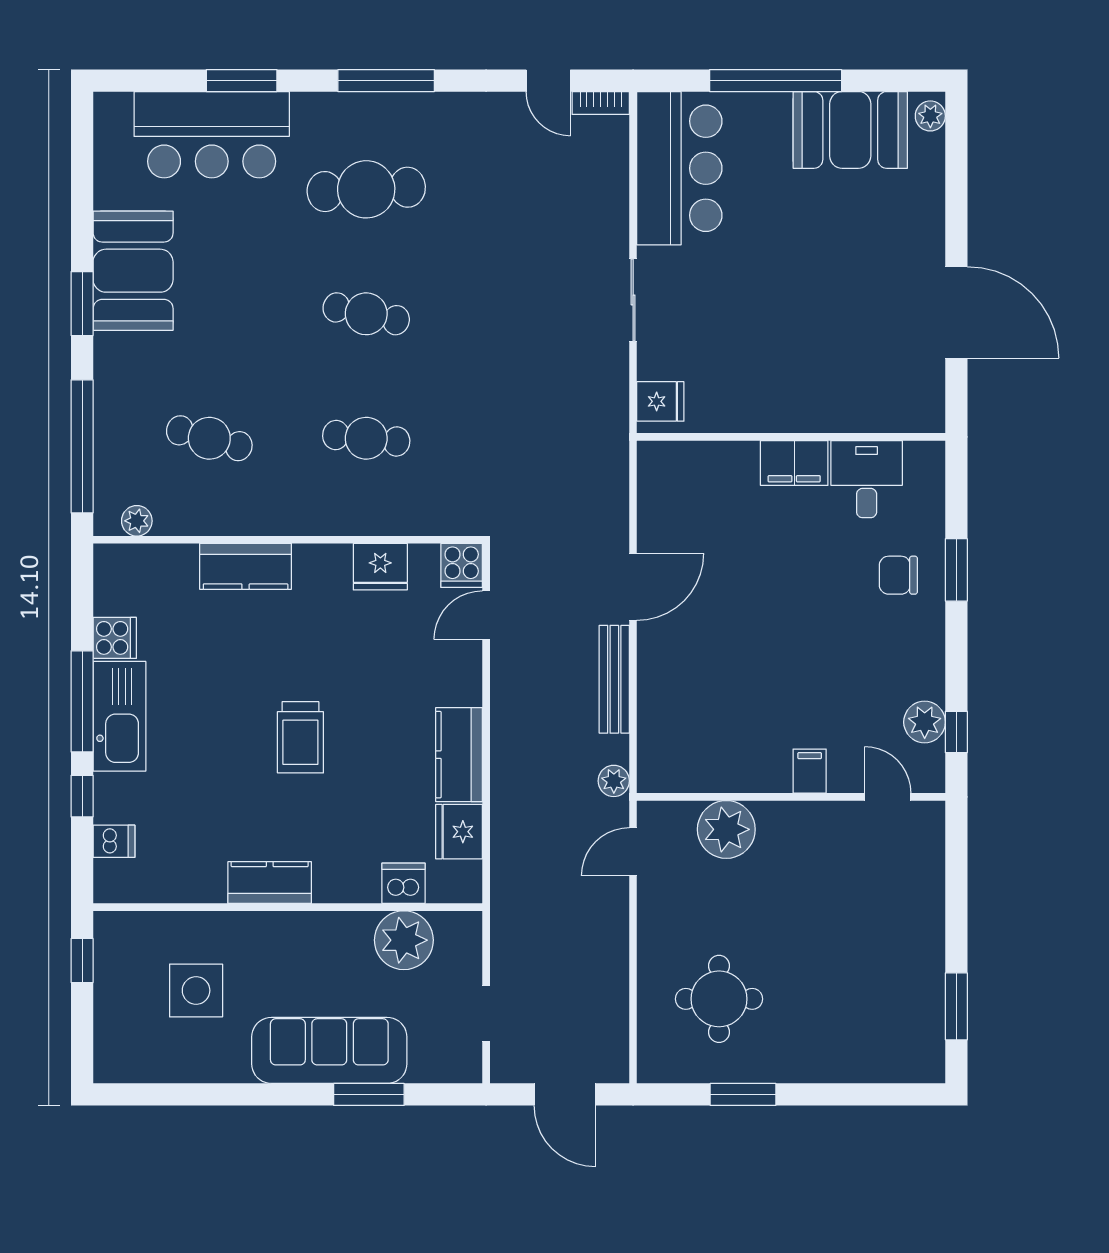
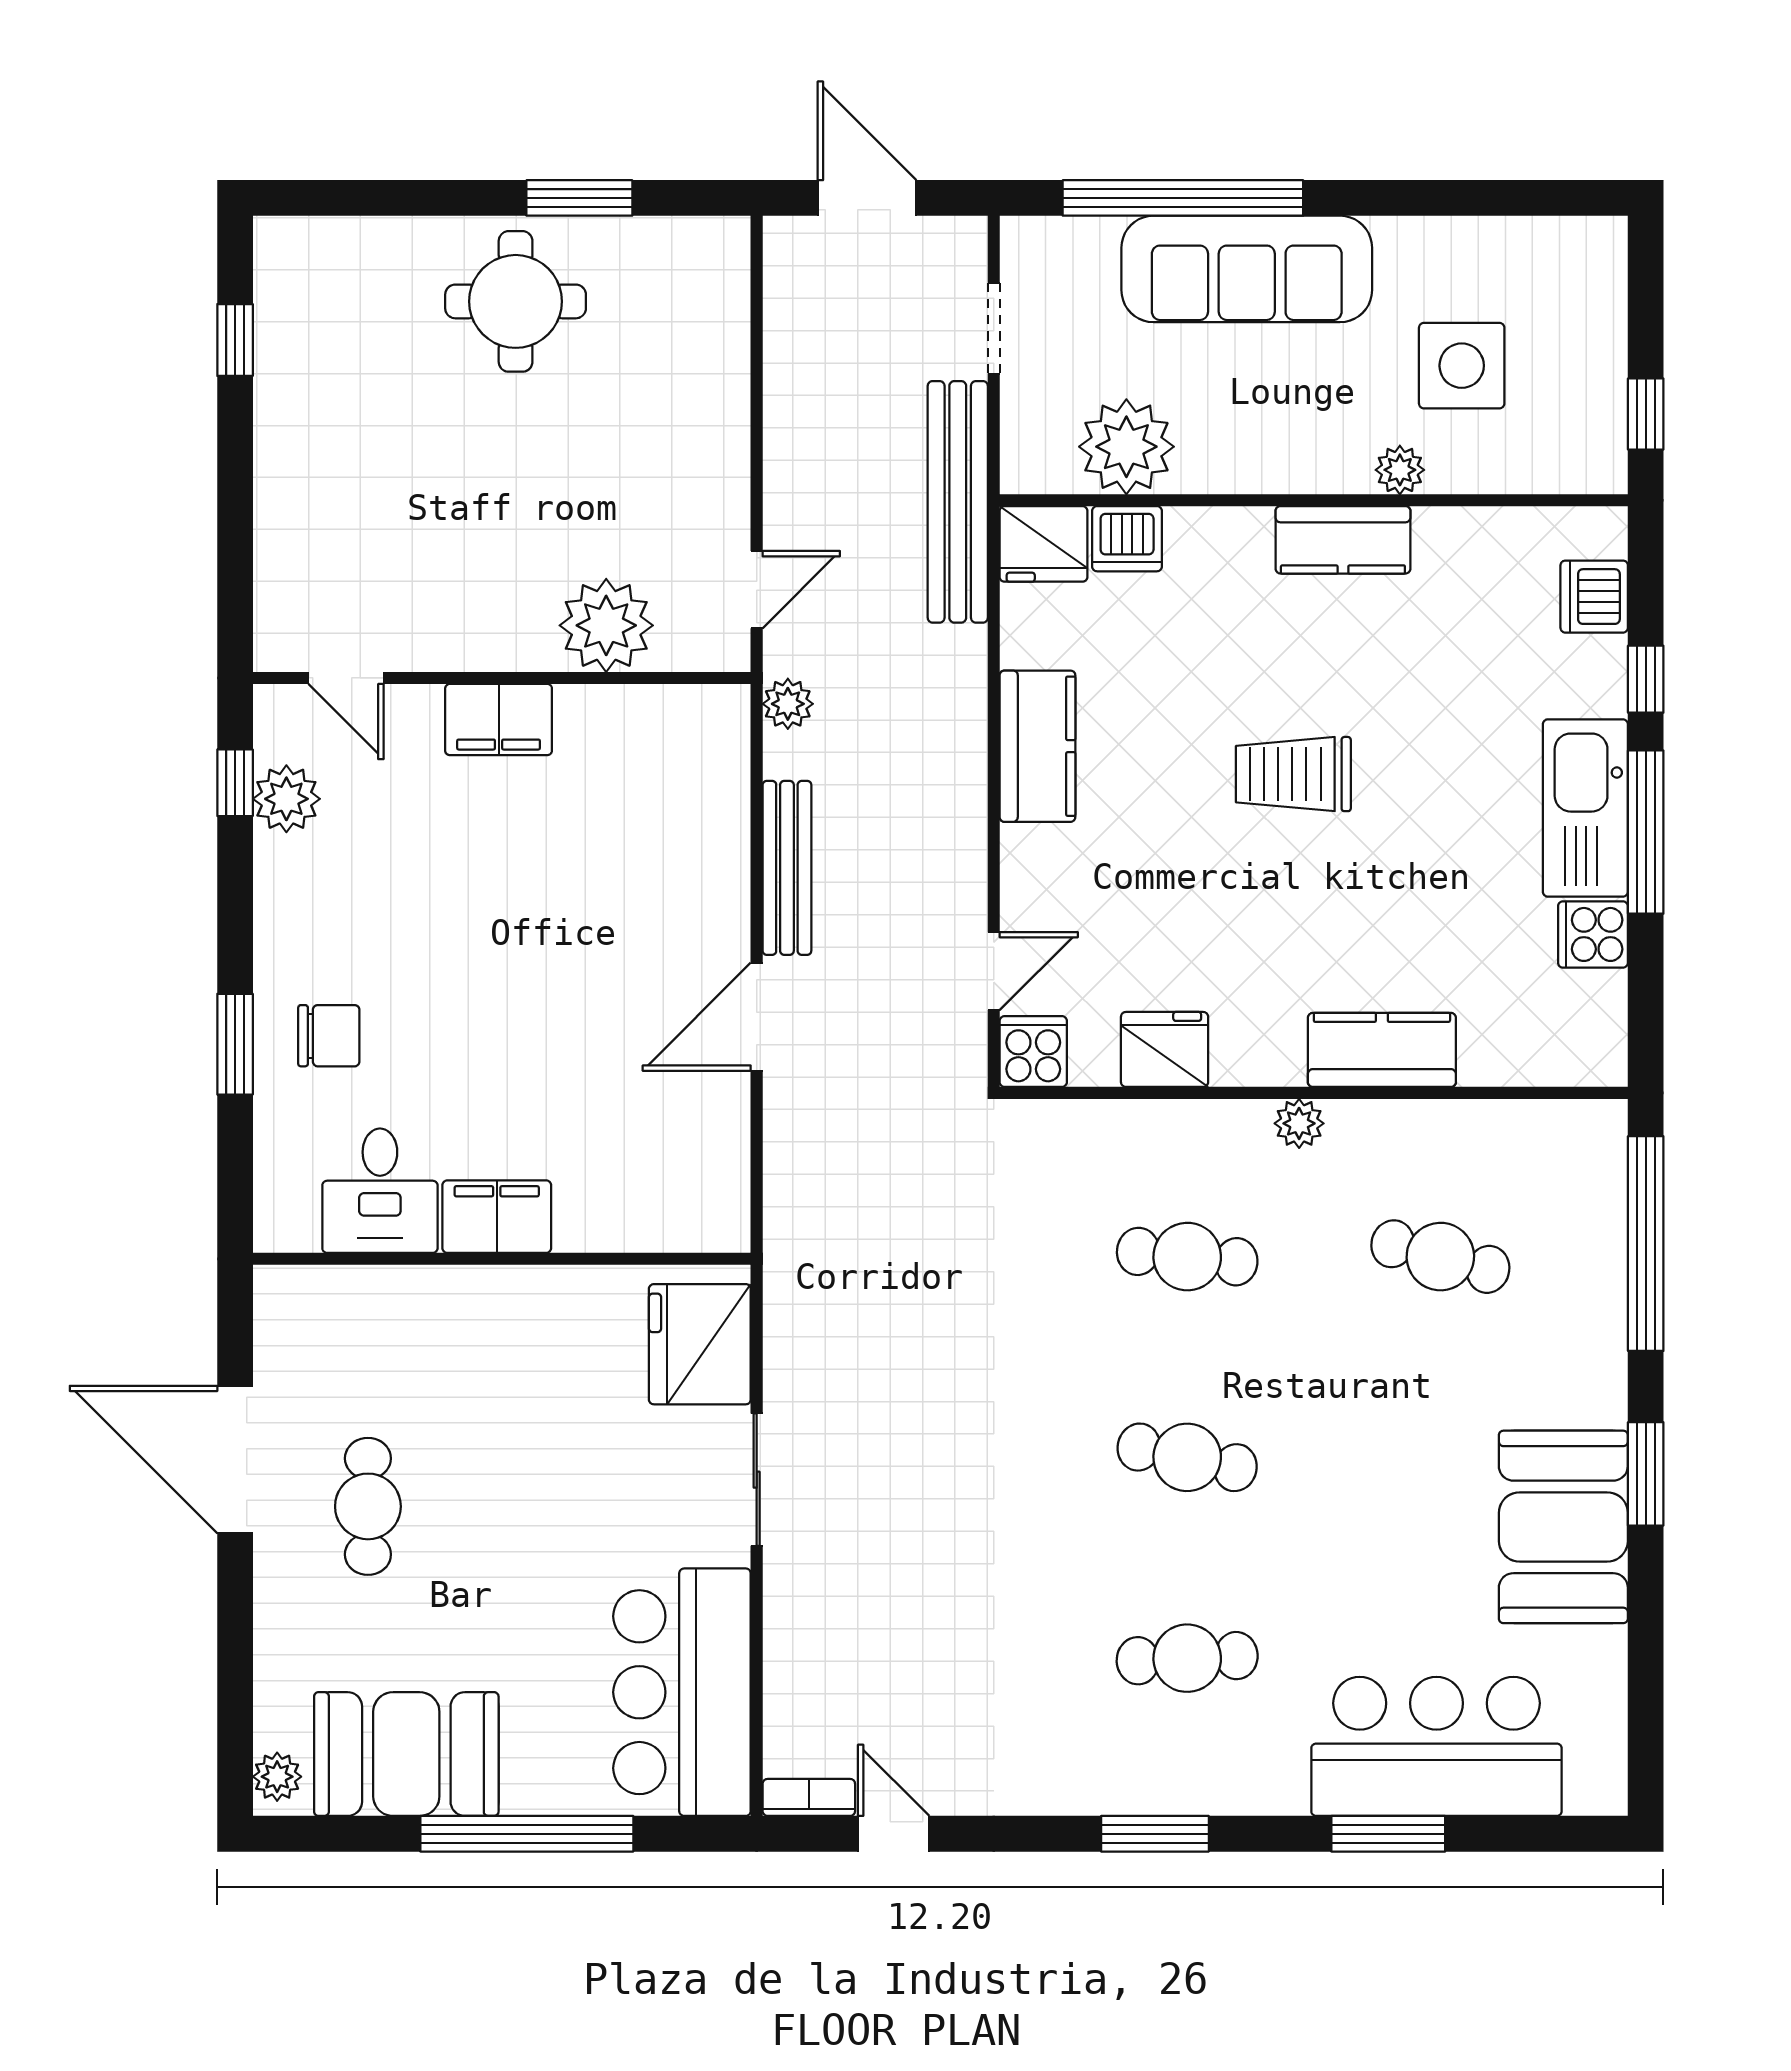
window: (386, 81) -> (1155, 1834), width x0.69
cafe table: (366, 189) -> (1187, 1658), width x0.73, depth x0.74
cafe table: (874, 283) -> (368, 1506), added
fridge: (660, 401) -> (700, 1344), width x1.88, depth x1.34
plant: (137, 521) -> (1299, 1123), moved
trolley: (300, 737) -> (1293, 774), turned -90
filing cabinet: (810, 771) -> (499, 720), width x2.00
fridge: (459, 832) -> (1044, 544), moved, turned 90
dishwasher: (114, 841) -> (1594, 597), width x1.38
bench: (508, 906) -> (958, 502), added
plant: (234, 926) -> (1400, 470), added
round table: (719, 999) -> (516, 301), moved
window: (956, 1006) -> (235, 340), width x0.67
window: (369, 1094) -> (1183, 198), width x2.11

